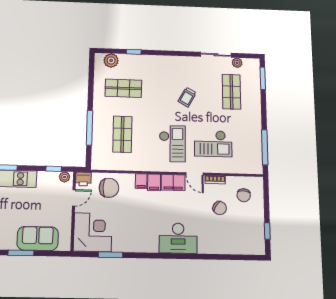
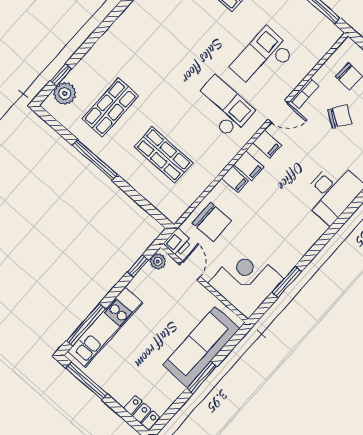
window: (134, 52) -> (61, 75), moved
trolley: (187, 97) -> (183, 42), removed
window: (90, 128) -> (95, 160), moved
checkout: (213, 144) -> (262, 59), turned 180
filing cabinet: (173, 182) -> (267, 144), width x0.50
chair: (109, 188) -> (212, 222), turned 90
sofa: (38, 238) -> (201, 347), width x1.36

